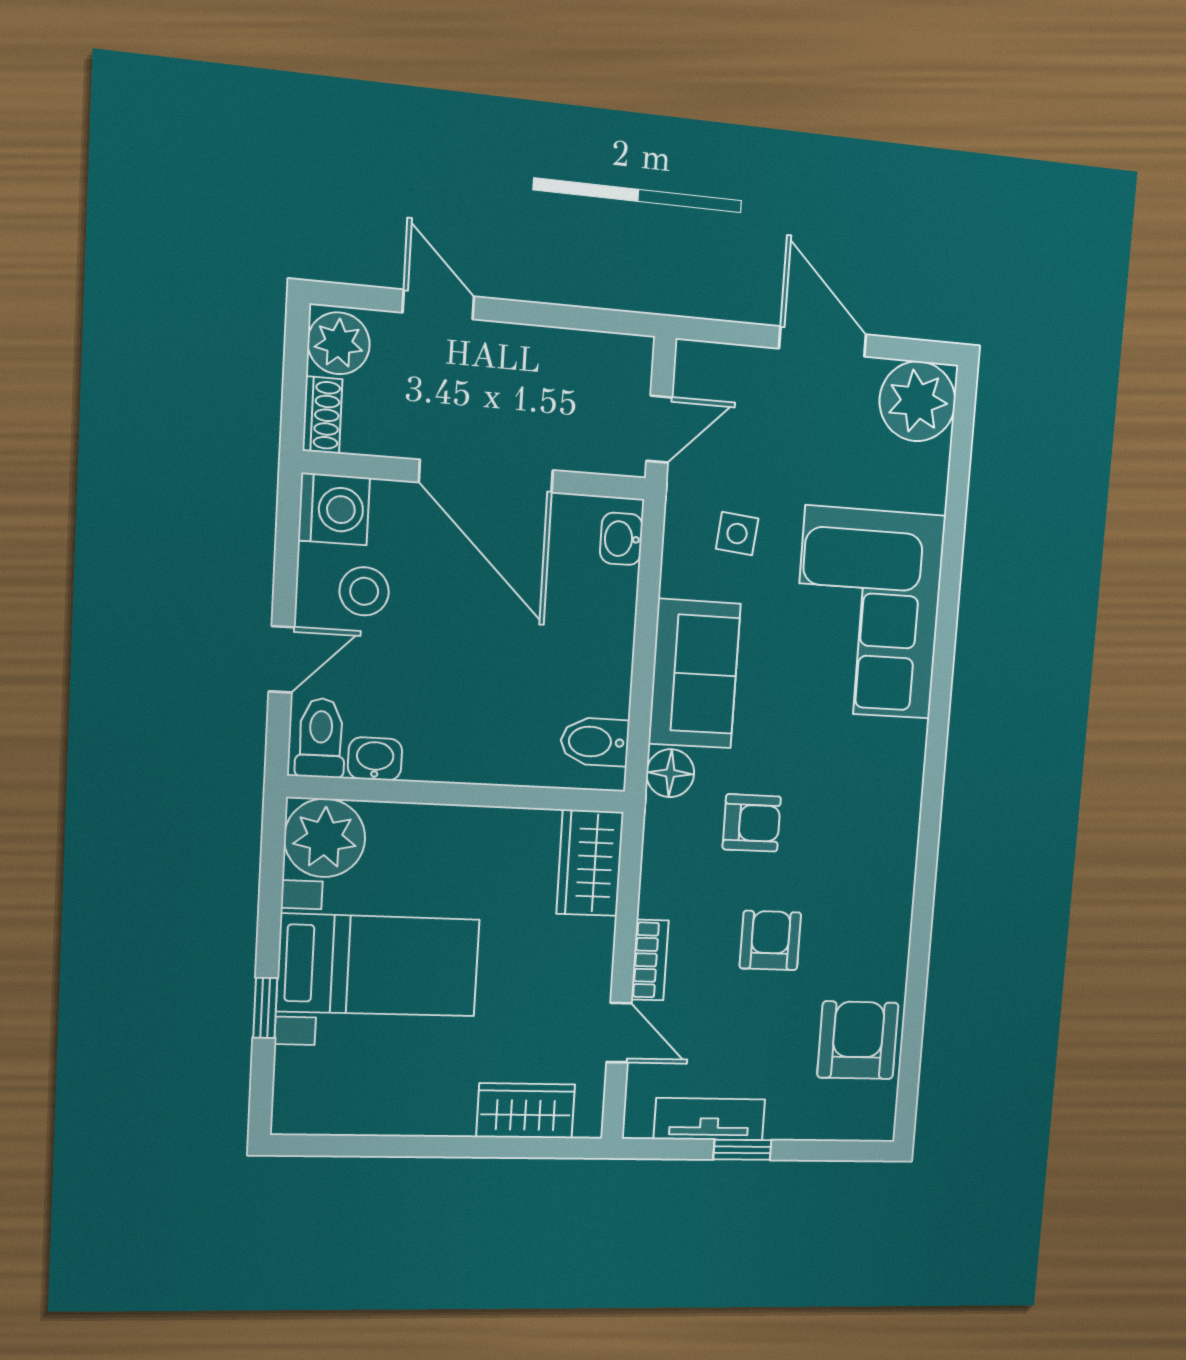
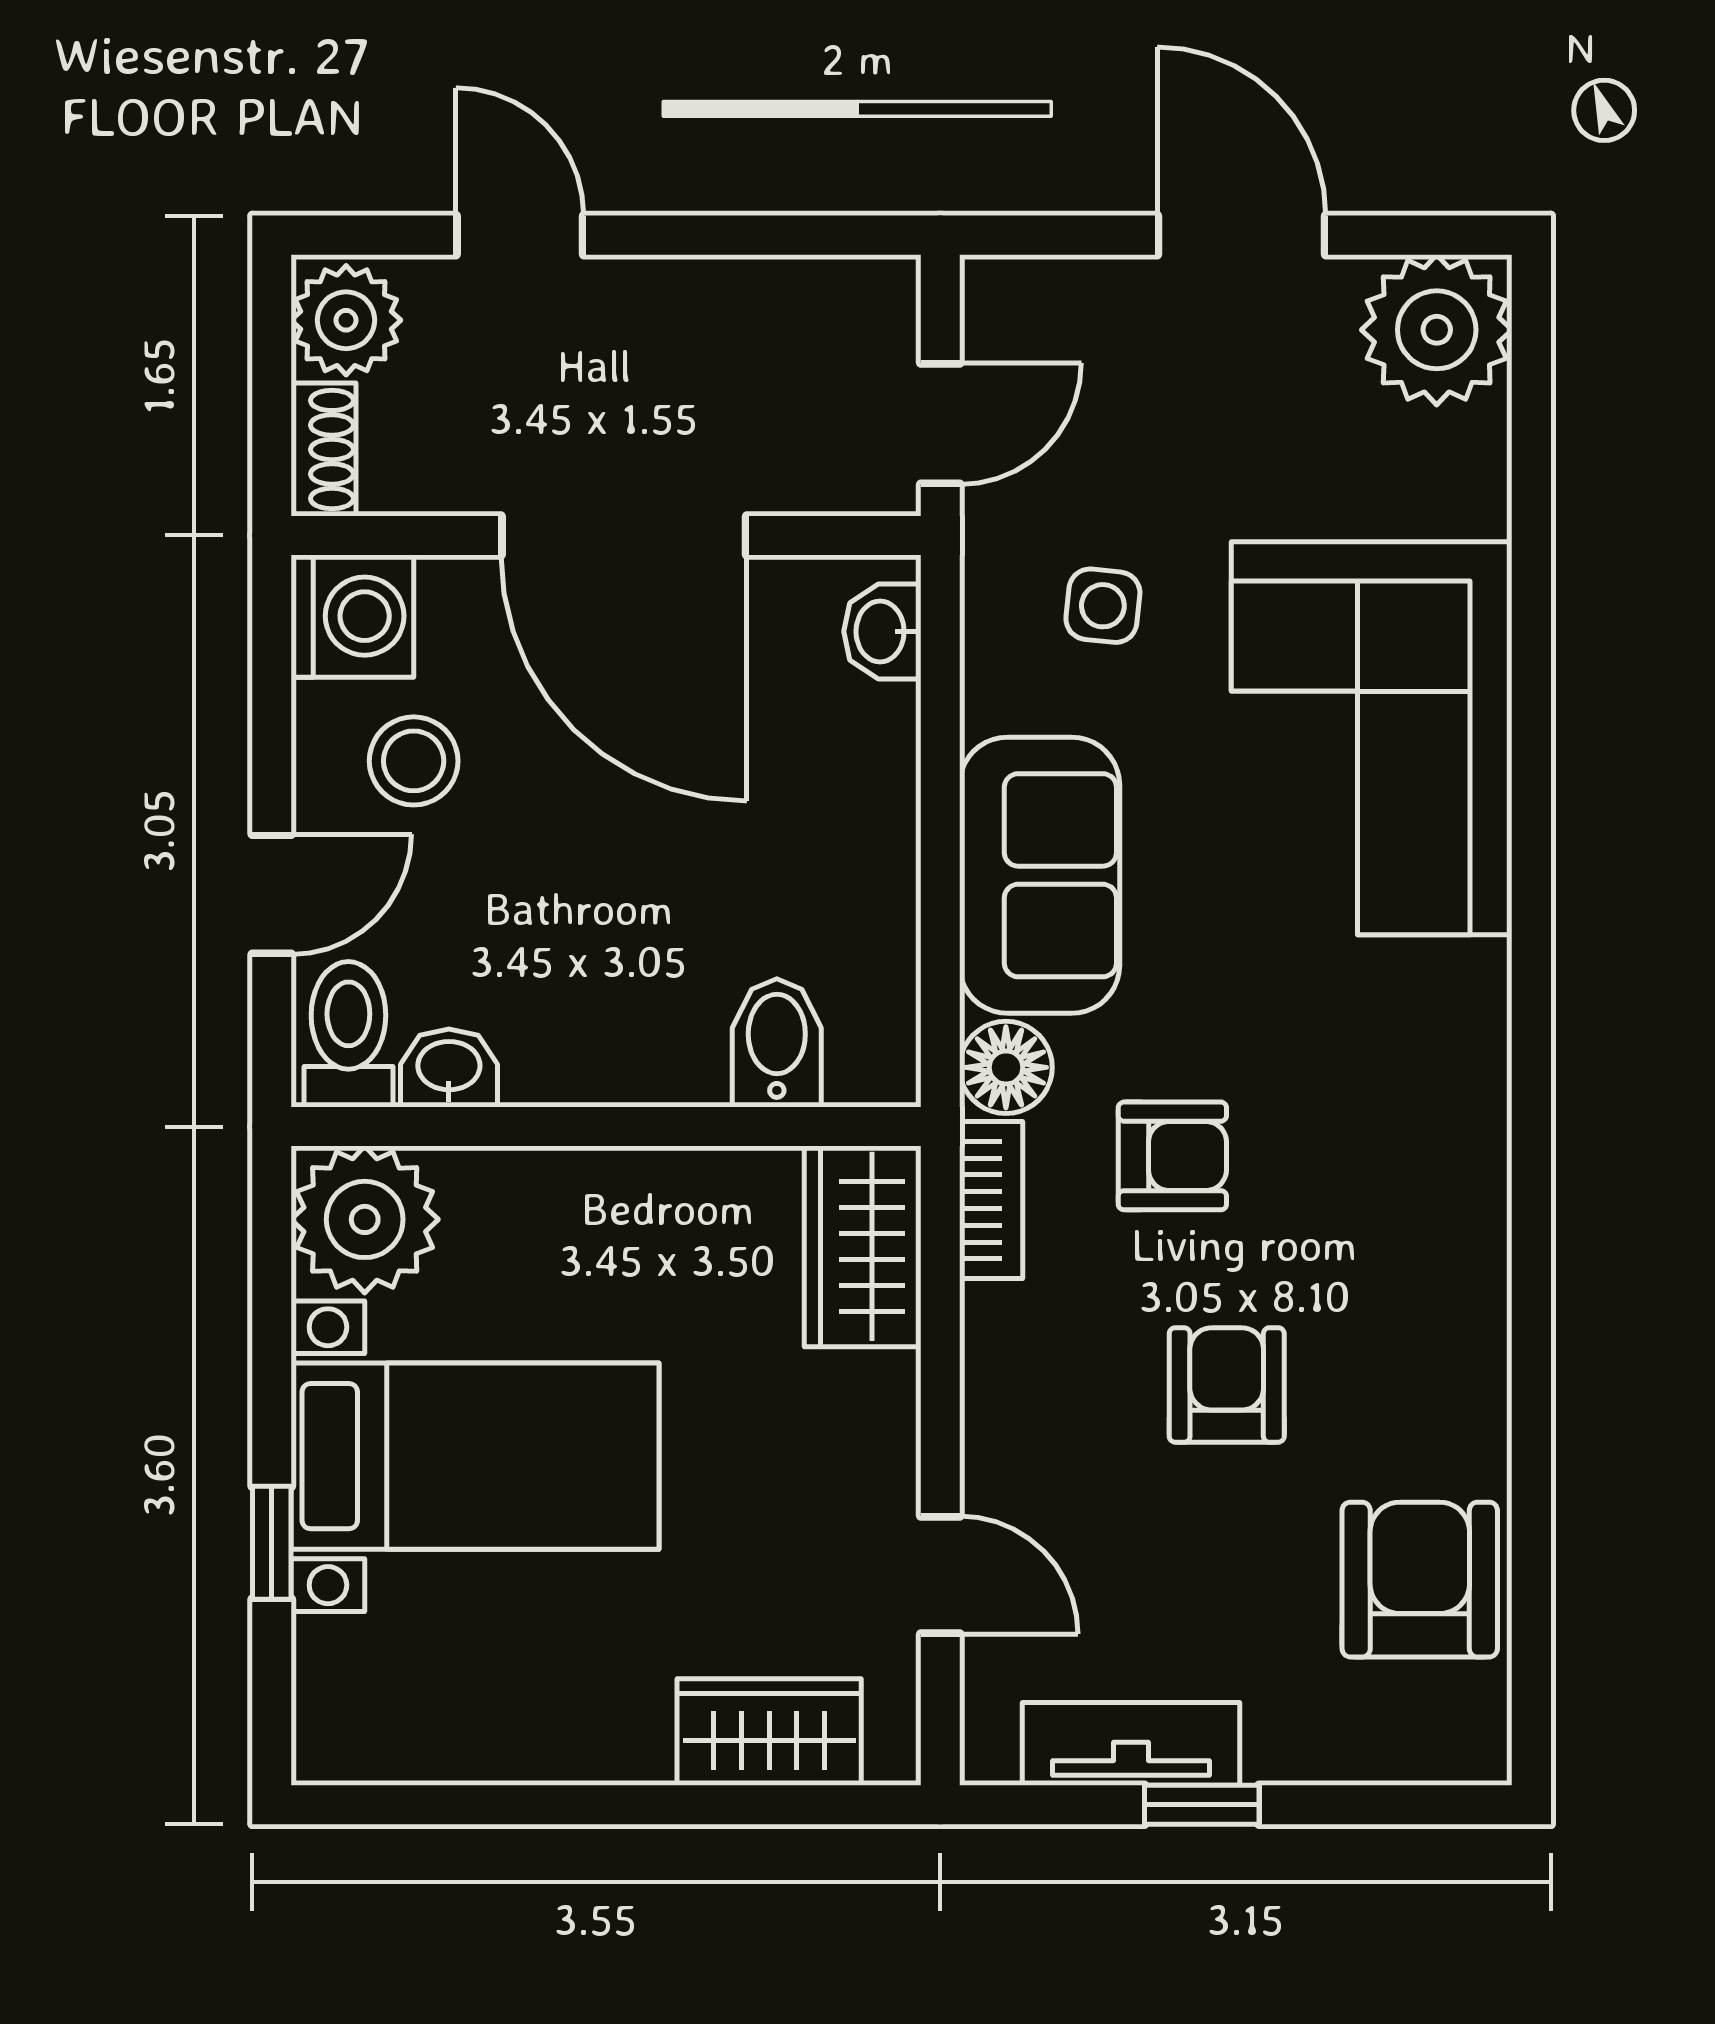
bidet: (595, 742) -> (777, 1043), moved, turned 90
bookcase: (650, 960) -> (991, 1200), moved

